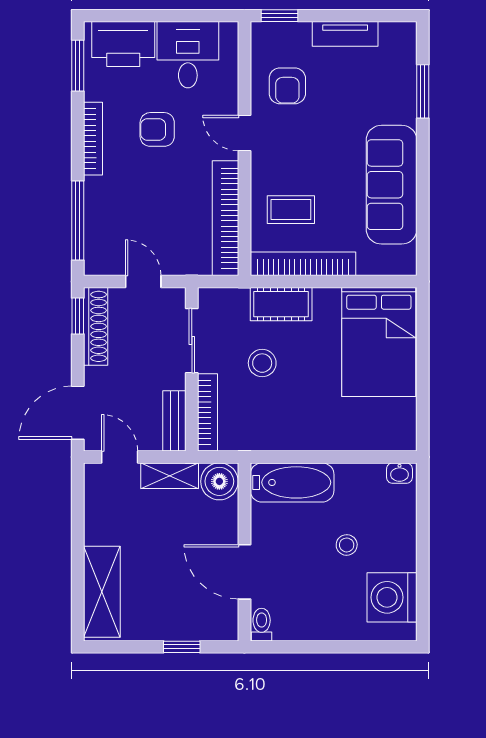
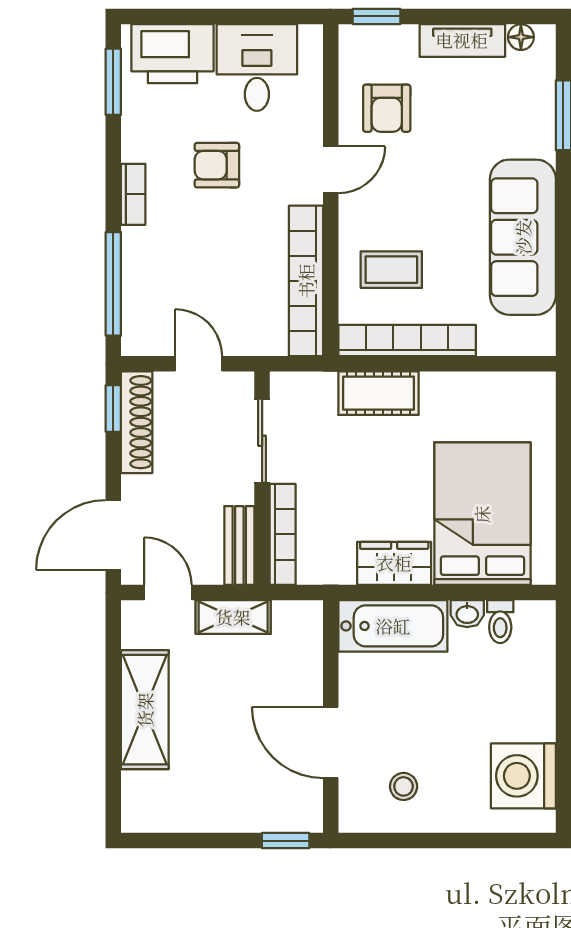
floor lamp: (390, 31) -> (521, 37), added
door: (244, 133) -> (331, 170), swing flipped
bookcase: (93, 139) -> (133, 194), width x0.64
bed: (379, 342) -> (482, 514), moved, turned 180
stool: (262, 363) -> (354, 470), removed
wardrobe: (293, 435) -> (394, 563), added
washbasin: (399, 473) -> (467, 614), moved
boiler: (219, 481) -> (298, 624), removed
stool: (347, 545) -> (404, 786), moved
shelving: (102, 592) -> (145, 710), moved
toilet: (262, 625) -> (500, 622), moved, turned 180
window: (182, 647) -> (286, 841), moved

